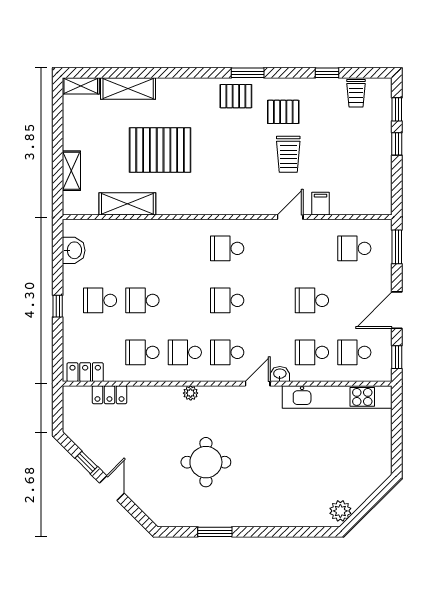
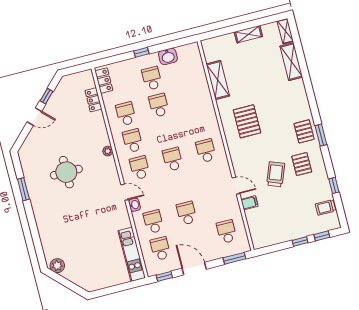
pallet: (160, 150) -> (247, 121), moved, width x0.73, depth x0.71
trolley: (288, 154) -> (276, 174), turned 111
shelving: (71, 171) -> (248, 34), moved
washbasin: (74, 250) -> (168, 56), moved
kitchen unit: (337, 397) -> (132, 254), width x0.73

